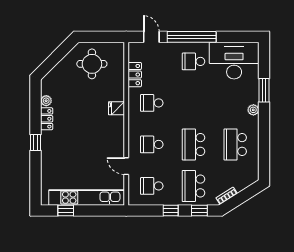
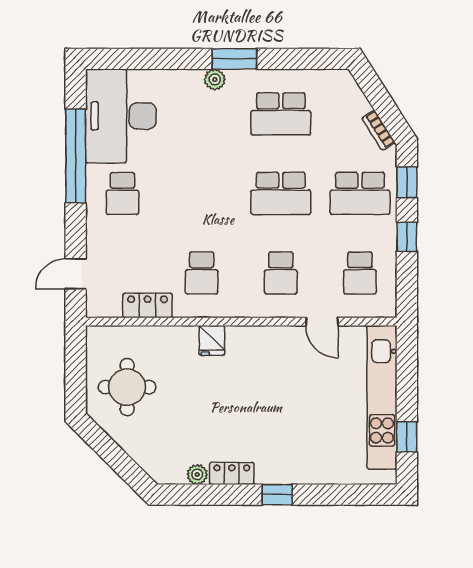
window: (192, 37) -> (76, 156), moved
window: (264, 90) -> (234, 59), moved
door: (126, 166) -> (322, 322), hinge flipped

